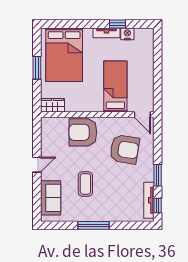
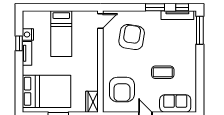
bed: (115, 87) -> (61, 34), moved, turned -90
armchair: (83, 132) -> (122, 90), moved
window: (94, 225) -> (200, 30), moved

